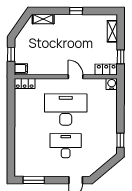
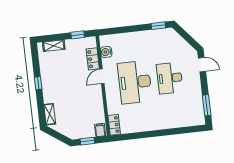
locker: (106, 70) -> (93, 59), moved
water cooler: (112, 84) -> (106, 52), moved

